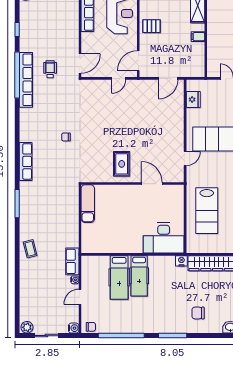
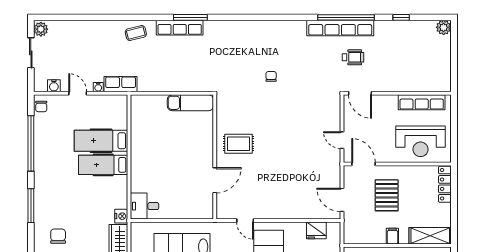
pallet: (152, 26) -> (387, 195), moved, width x1.50, depth x1.42
row of seats: (26, 161) -> (180, 28), moved
desk: (164, 238) -> (145, 206), width x0.53, depth x0.77
water cooler: (74, 328) -> (54, 86), moved

